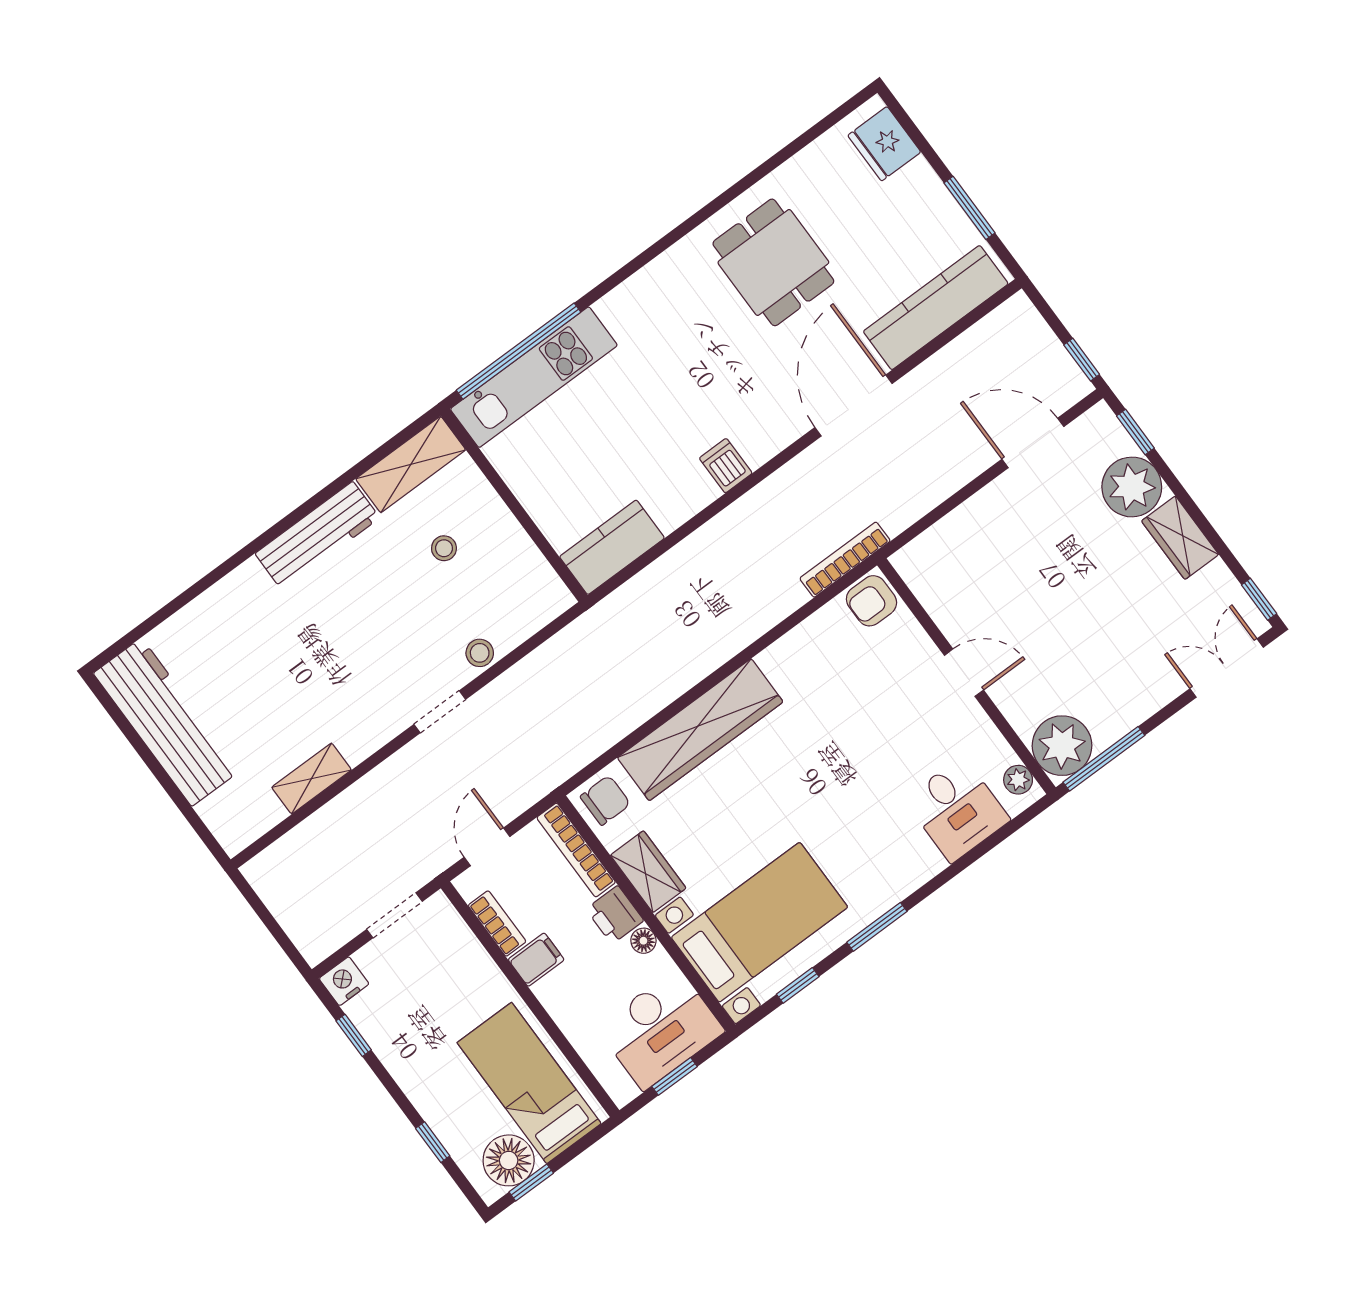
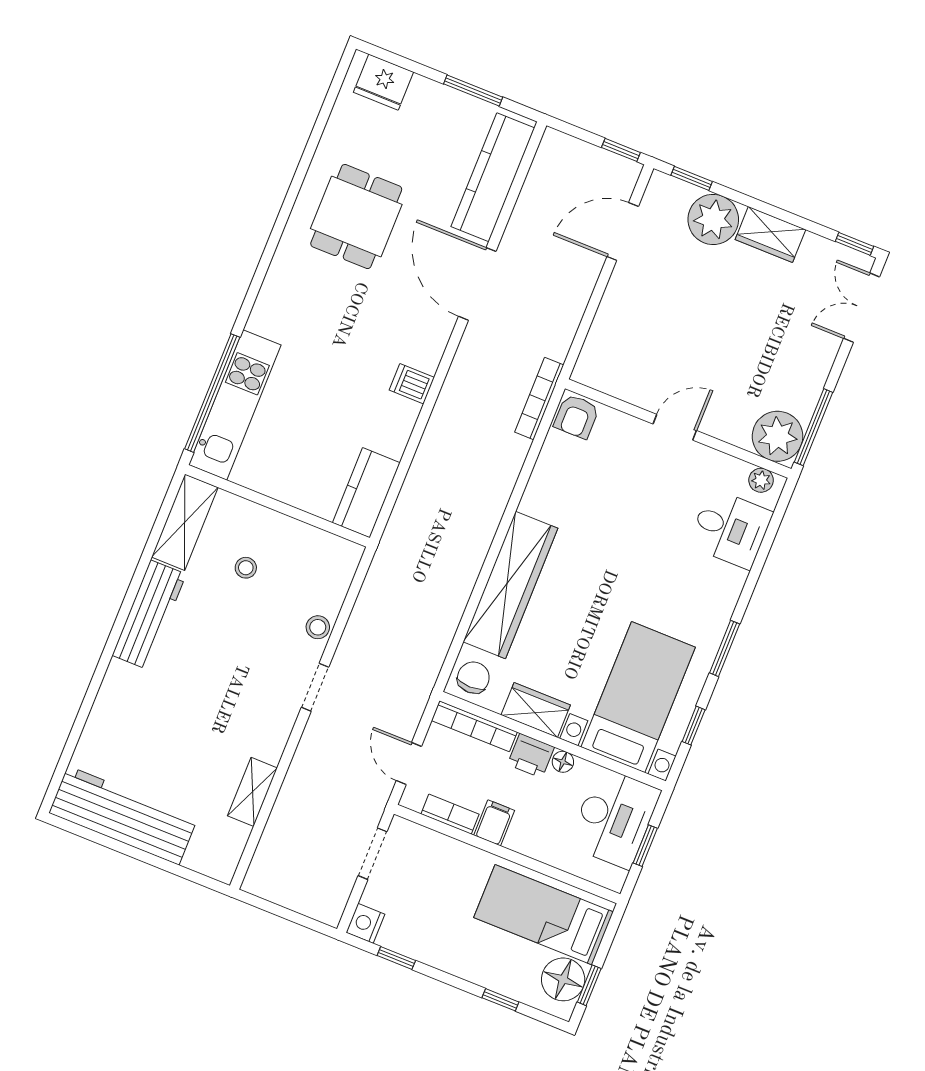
dining table: (773, 262) -> (356, 217), turned 90

